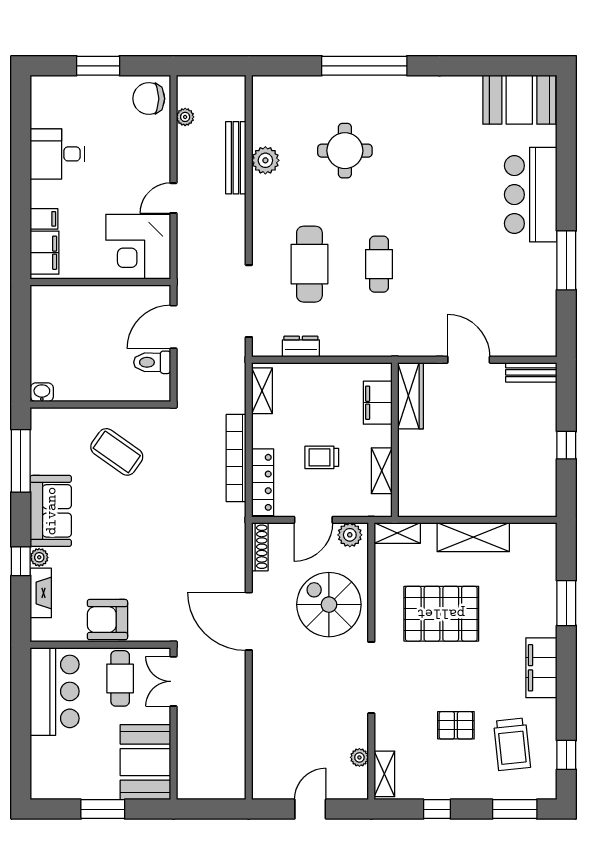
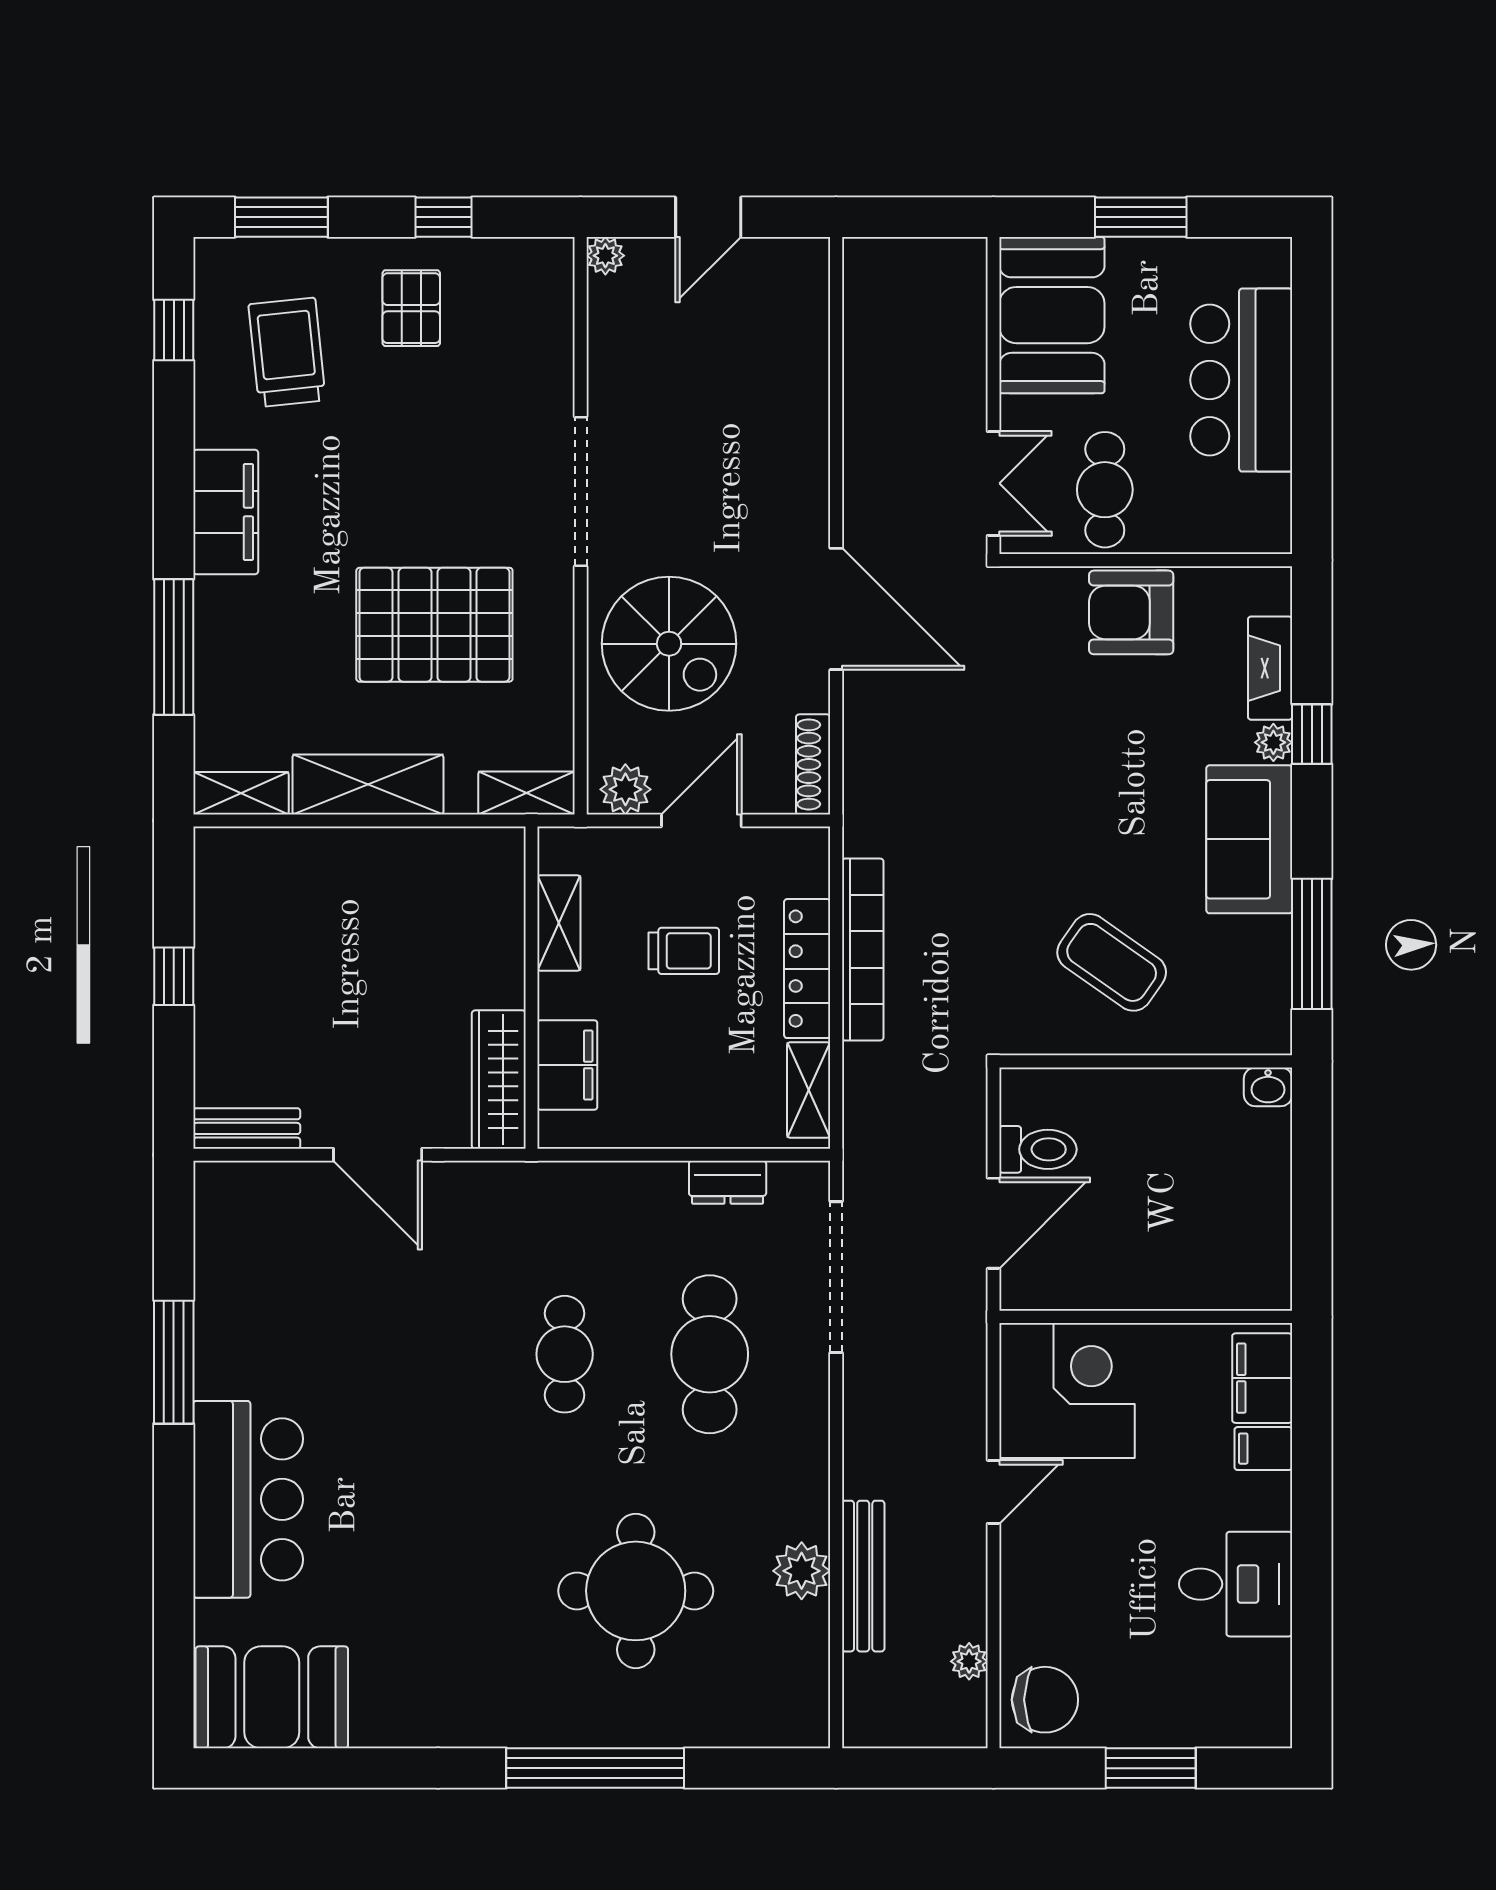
round table: (345, 151) -> (636, 1591), width x1.36, depth x1.36
locker: (263, 482) -> (807, 969), moved
window: (566, 603) -> (174, 647), width x1.44
armchair: (107, 620) -> (1131, 612), turned 180
bar counter: (55, 691) -> (1241, 380), moved
pallet: (456, 725) -> (411, 308), moved, turned 90
plant: (359, 757) -> (605, 256), moved
shelving: (384, 774) -> (241, 793), moved, turned 90

